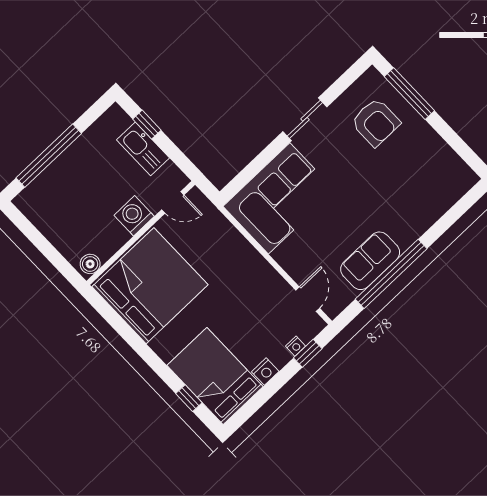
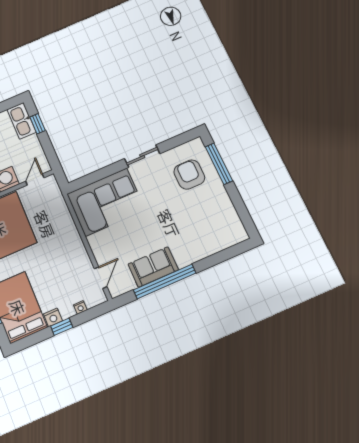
armchair: (376, 122) -> (189, 175), turned 180
kitchen sink: (143, 149) -> (22, 121), moved
door: (173, 202) -> (35, 179), swing flipped
window: (308, 353) -> (62, 327), moved

